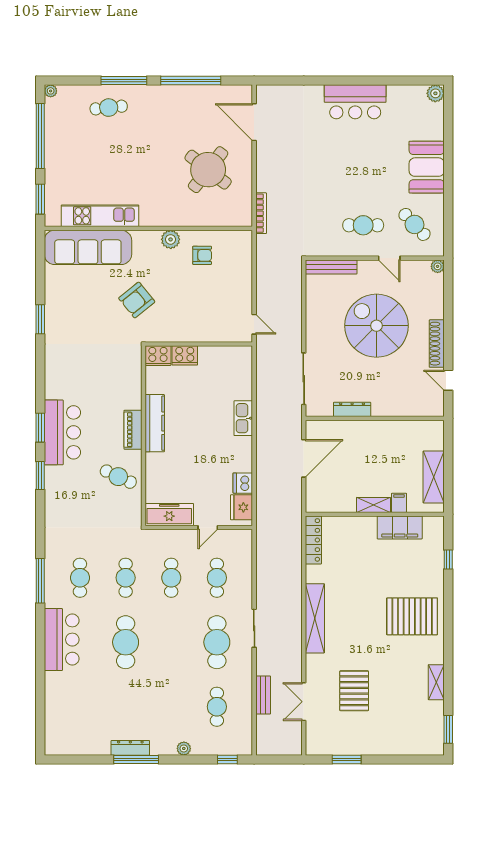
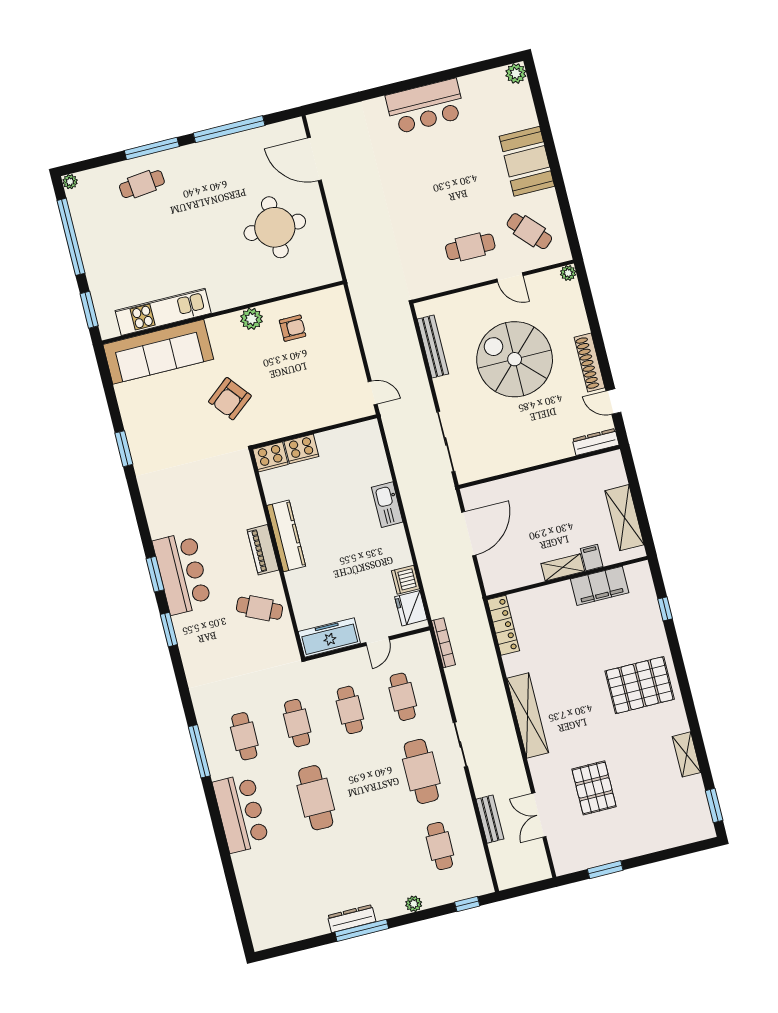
round table: (208, 170) -> (275, 227), turned -38
bookcase: (261, 213) -> (443, 643), moved
bench: (331, 267) -> (433, 346), moved, turned 90
dresser: (352, 409) -> (596, 442), moved

